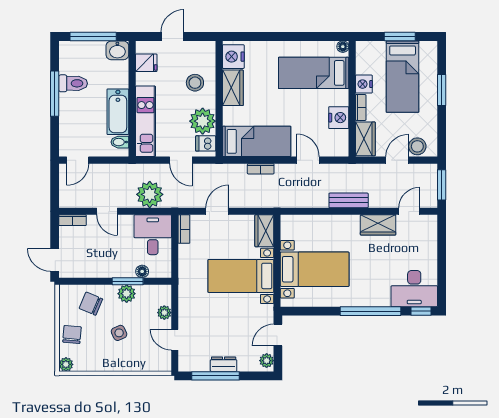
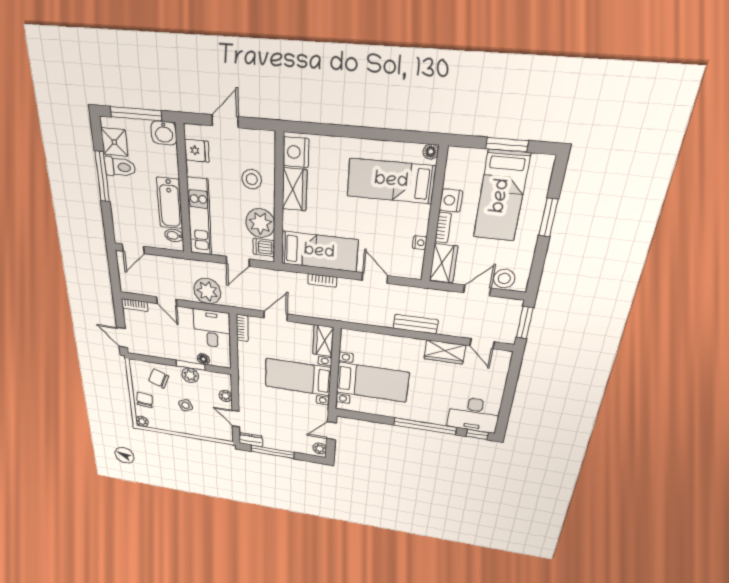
shower: (70, 62) -> (114, 142), added
nightstand: (339, 118) -> (420, 243), width x0.53, depth x0.56
door: (181, 160) -> (238, 261), hinge flipped
door: (409, 211) -> (482, 344), swing flipped
dresser: (224, 364) -> (251, 440), moved

